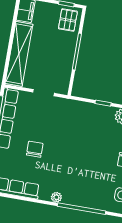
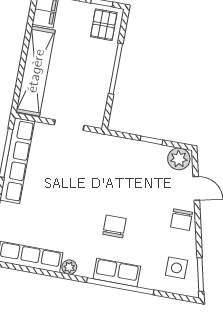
chair: (35, 149) -> (114, 226), moved
plant: (56, 197) -> (69, 267), moved
row of seats: (79, 199) -> (117, 273), added

